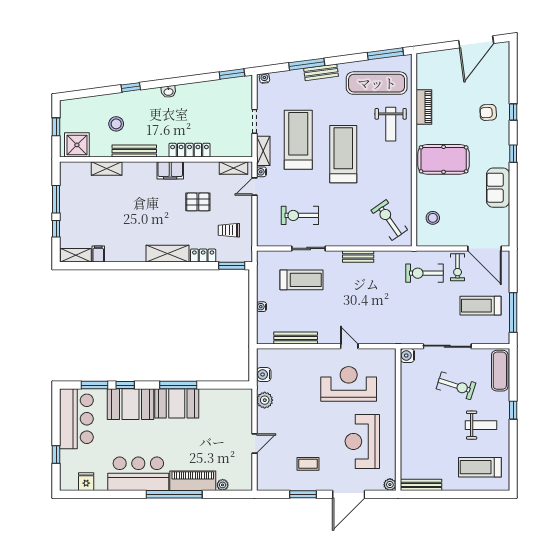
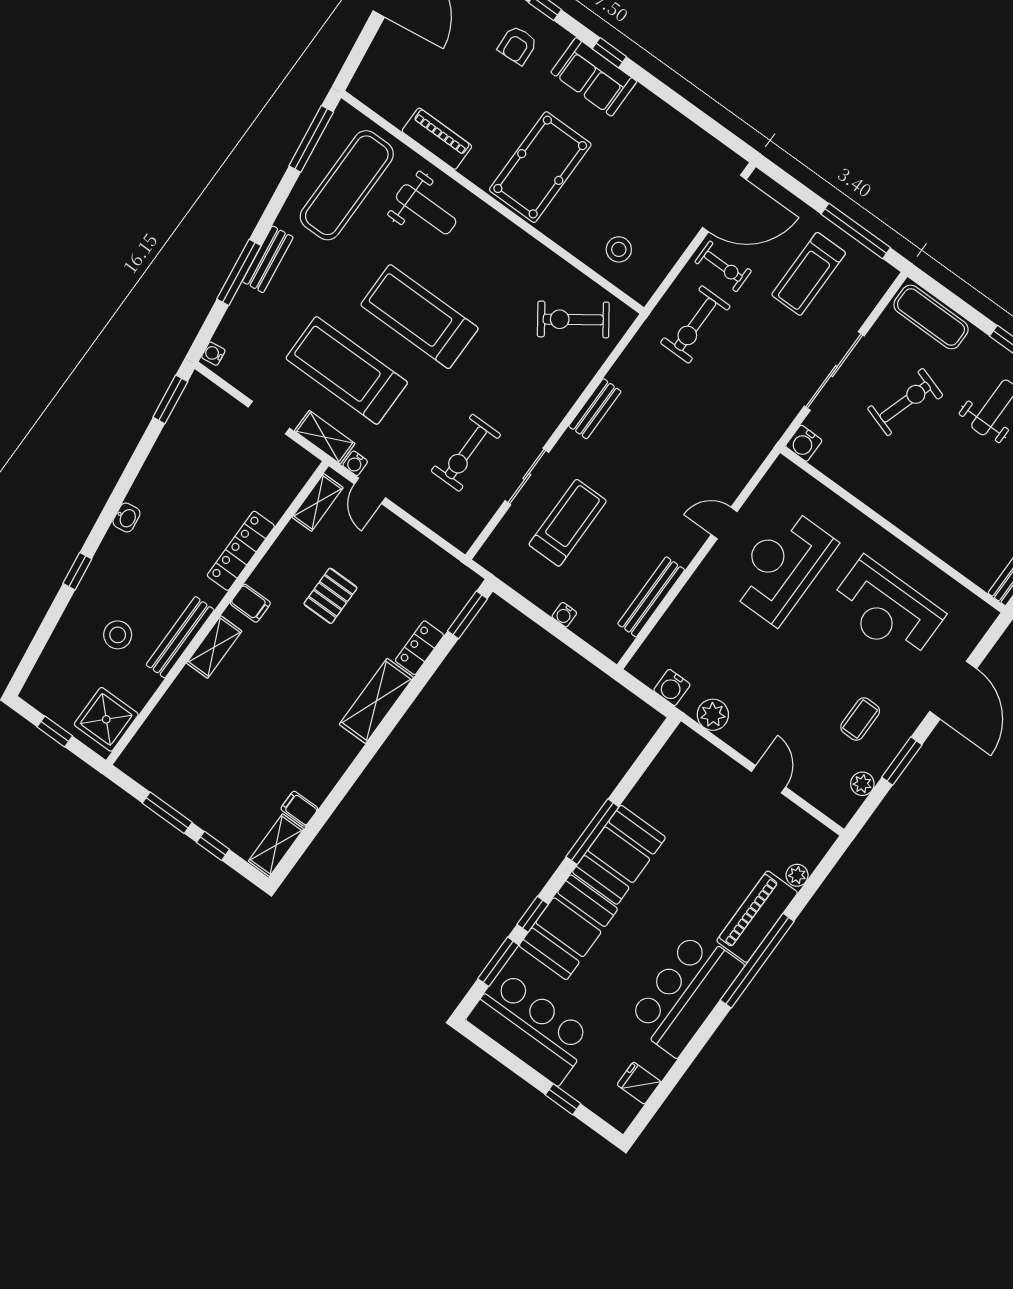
shelving: (107, 168) -> (214, 647), moved
filing cabinet: (170, 170) -> (250, 603), width x0.50
sofa: (498, 188) -> (594, 77), moved
trolley: (229, 230) -> (409, 580), removed
plant: (390, 485) -> (862, 784), moved

